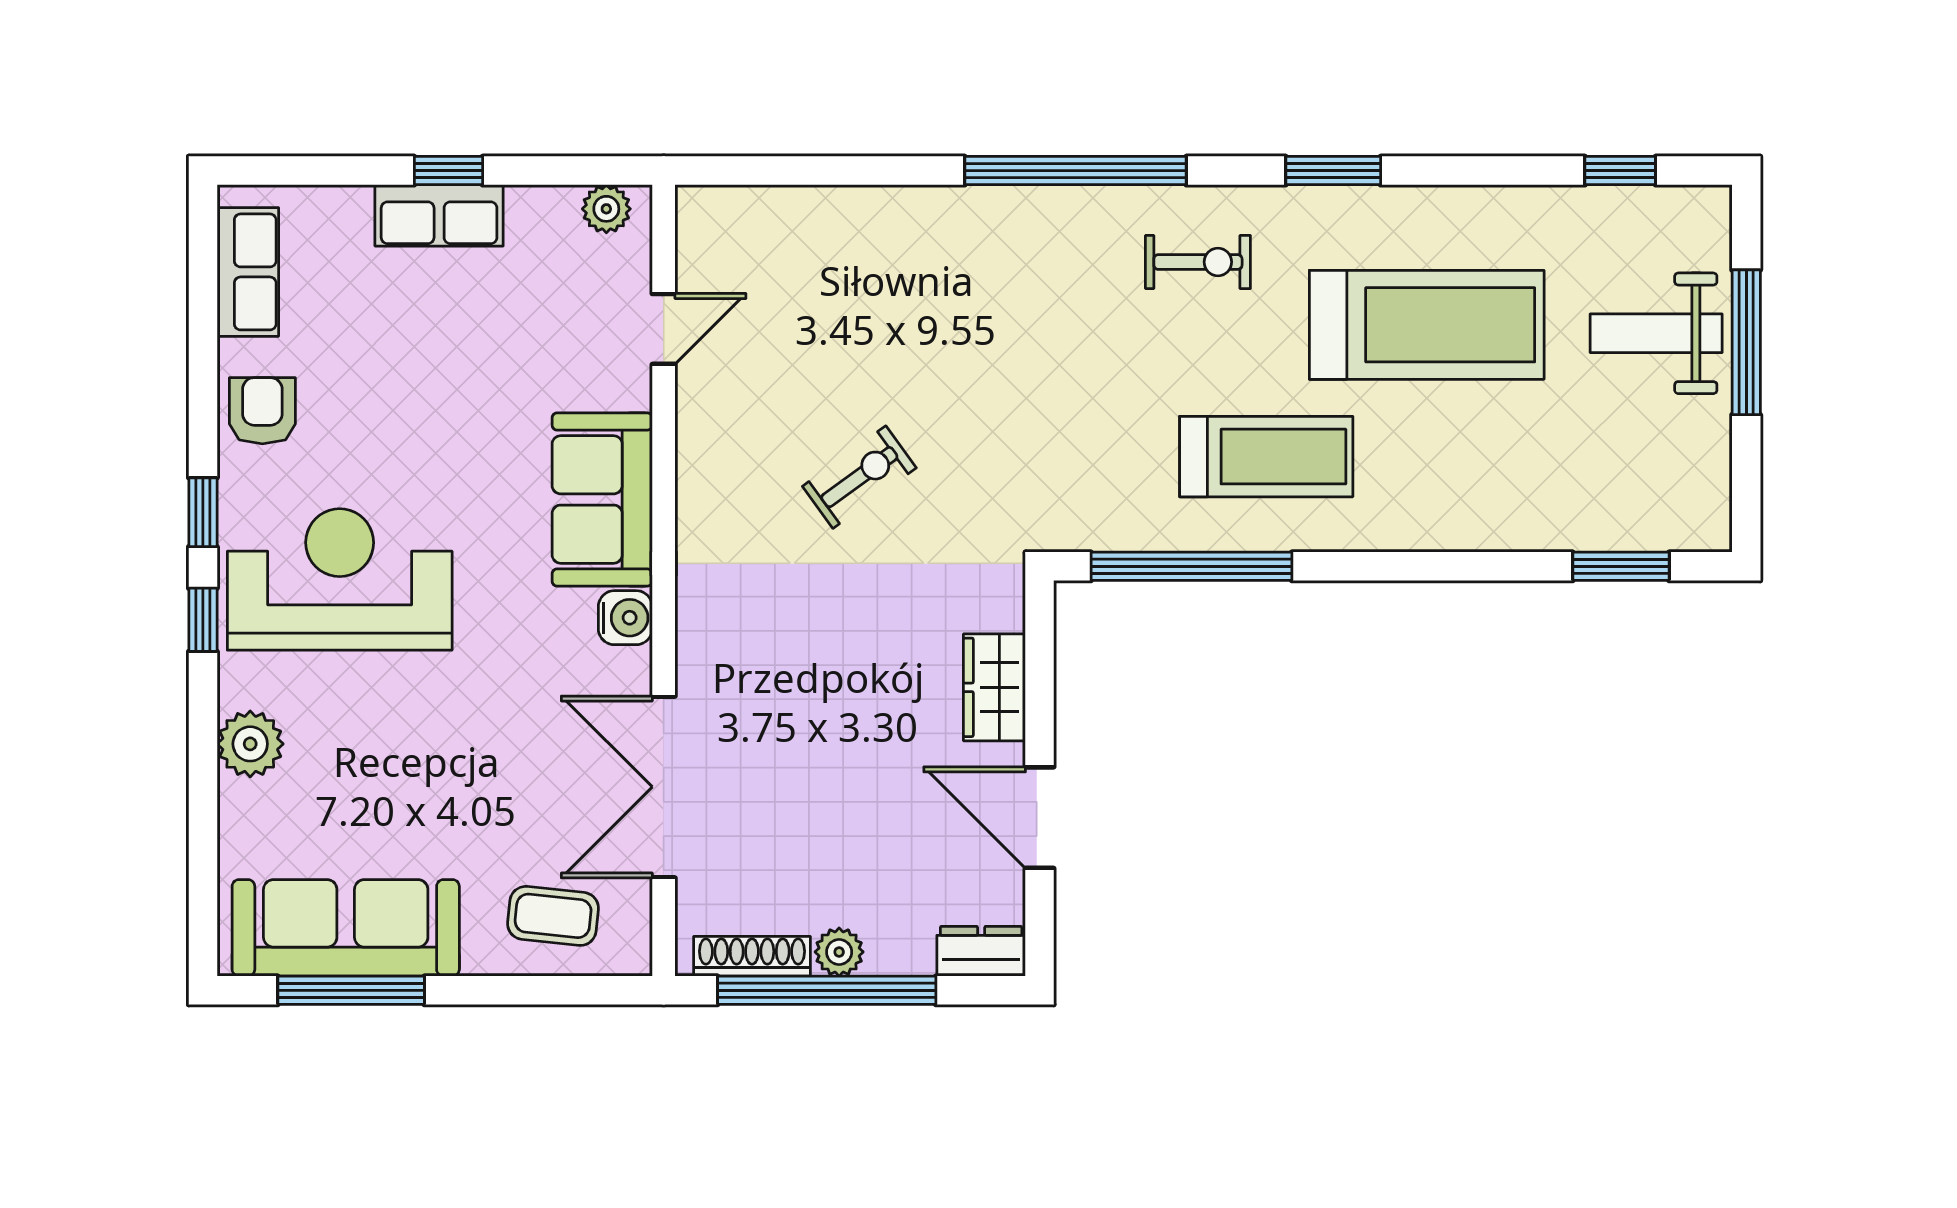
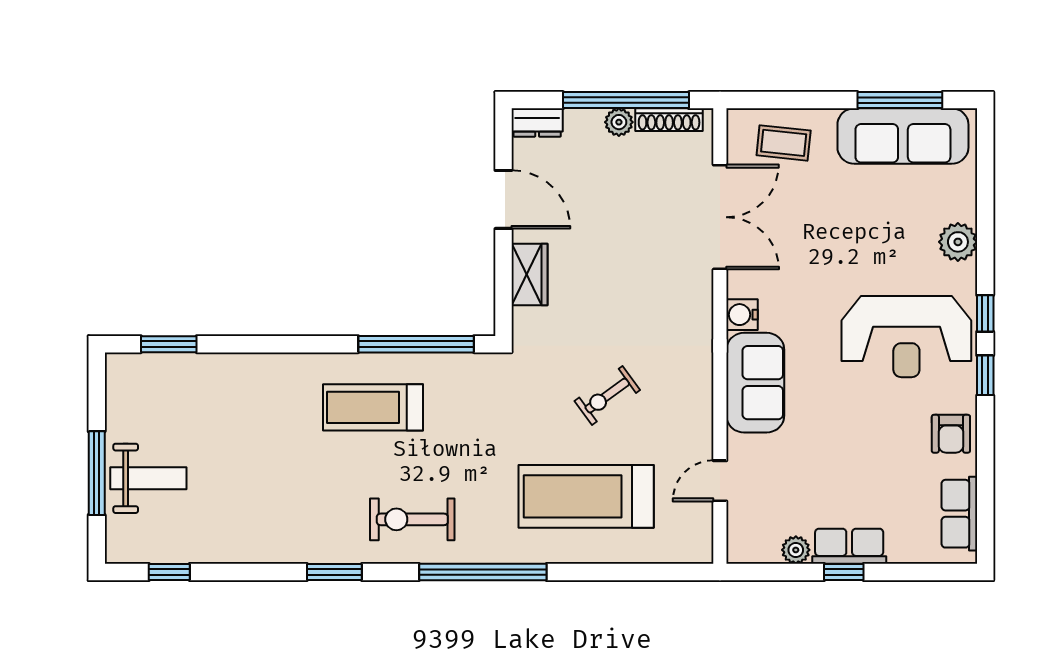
plant: (606, 209) -> (796, 550), moved
exercise bike: (1198, 262) -> (412, 519), width x1.38, depth x1.39
treadmill: (1427, 325) -> (586, 496), moved

